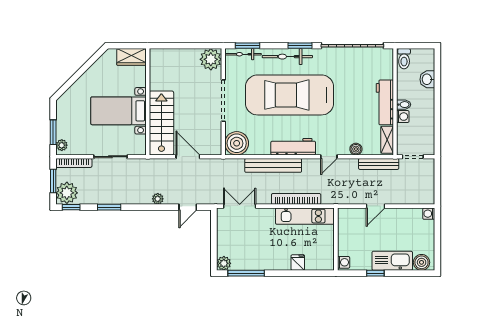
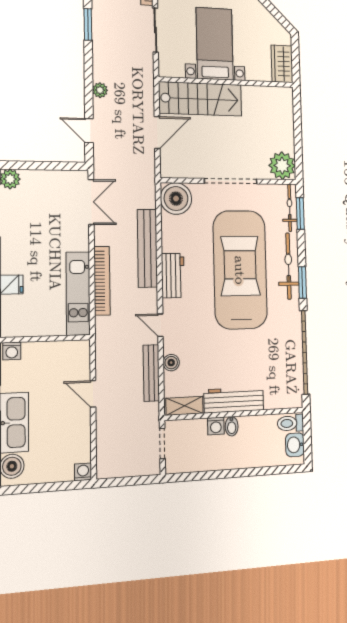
washbasin: (427, 79) -> (295, 445), moved, turned -90
workbench: (293, 147) -> (173, 276), width x0.73
bench: (379, 164) -> (151, 373), moved

